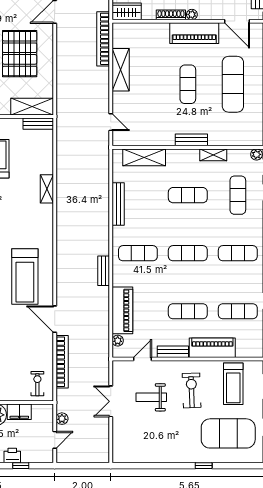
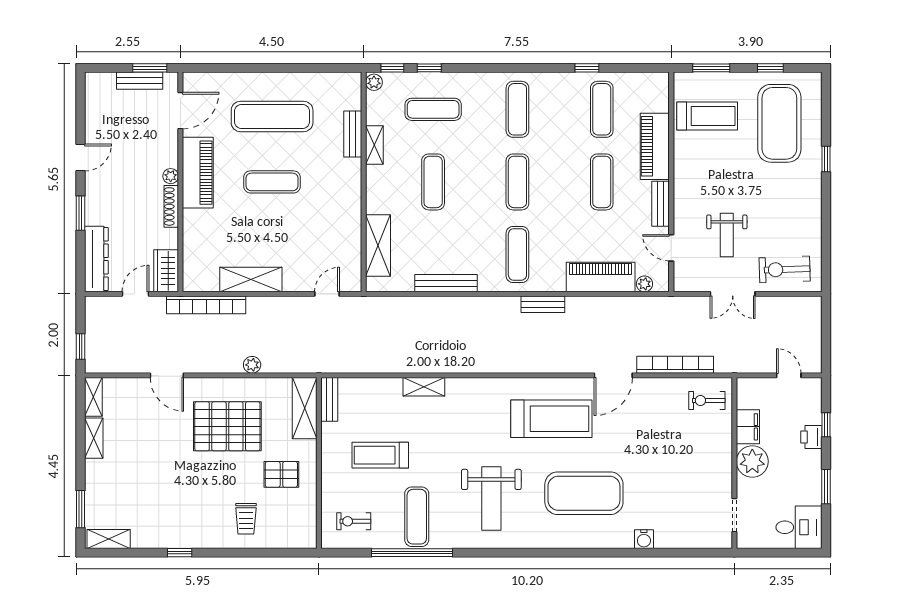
bench: (191, 140) -> (353, 134), moved
exercise bike: (192, 390) -> (785, 269), moved
plant: (62, 419) -> (252, 365), moved

